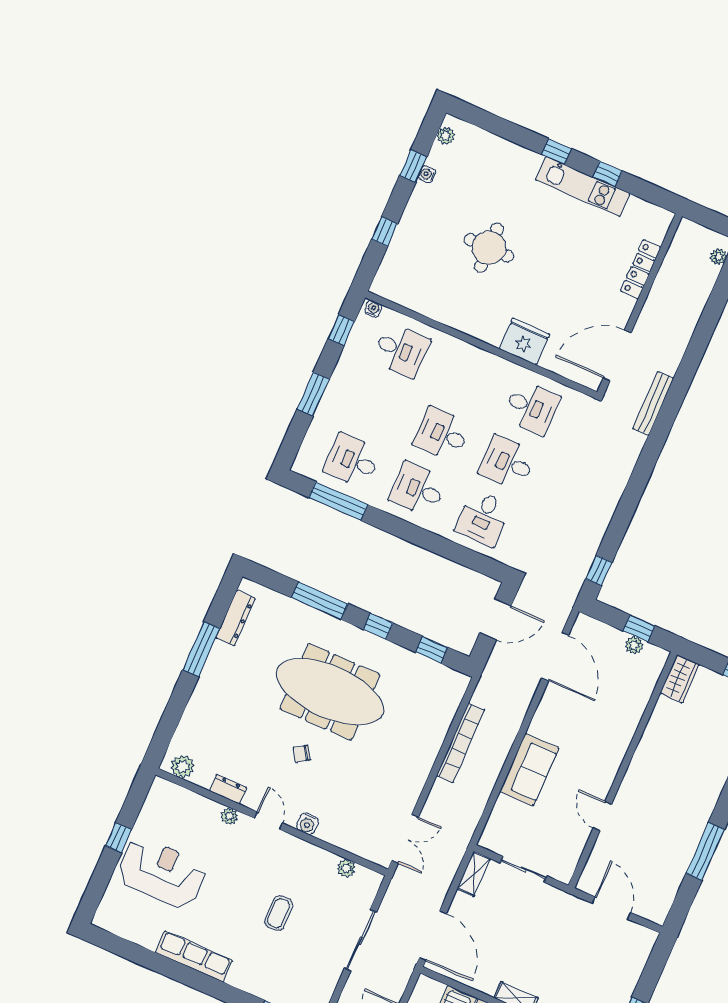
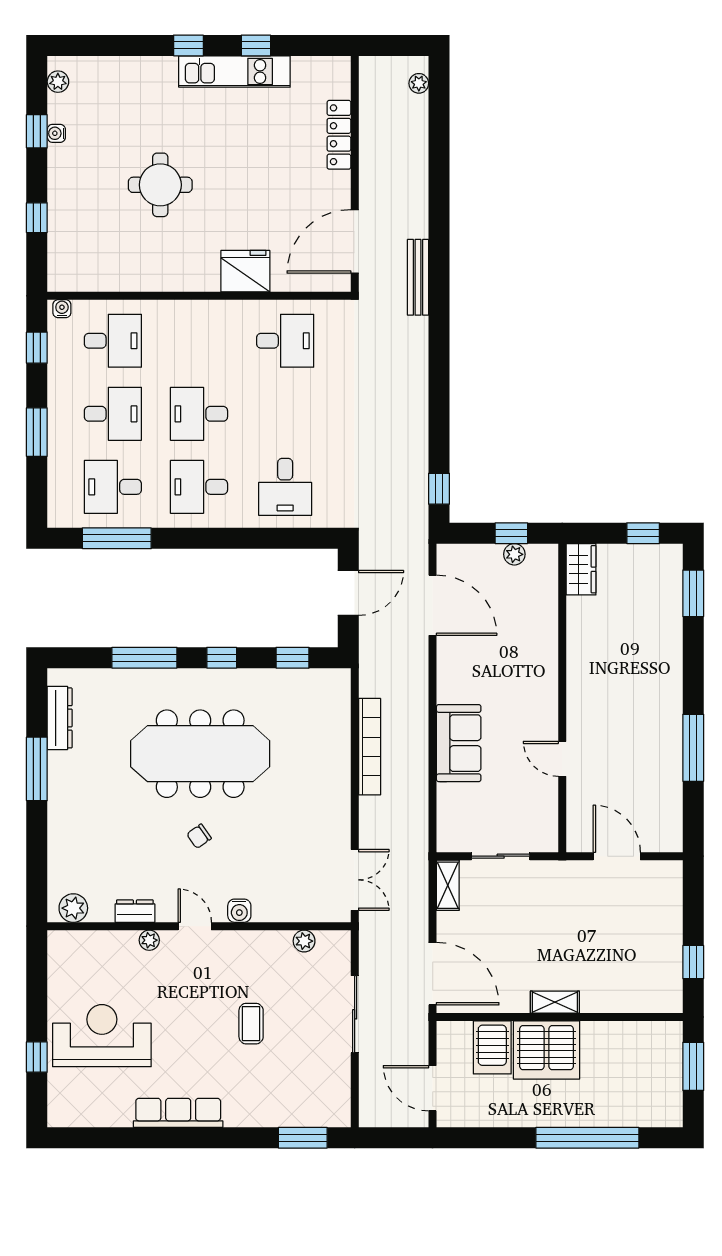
desk: (507, 463) -> (113, 414), moved, turned 180
window: (118, 838) -> (37, 1057), moved

